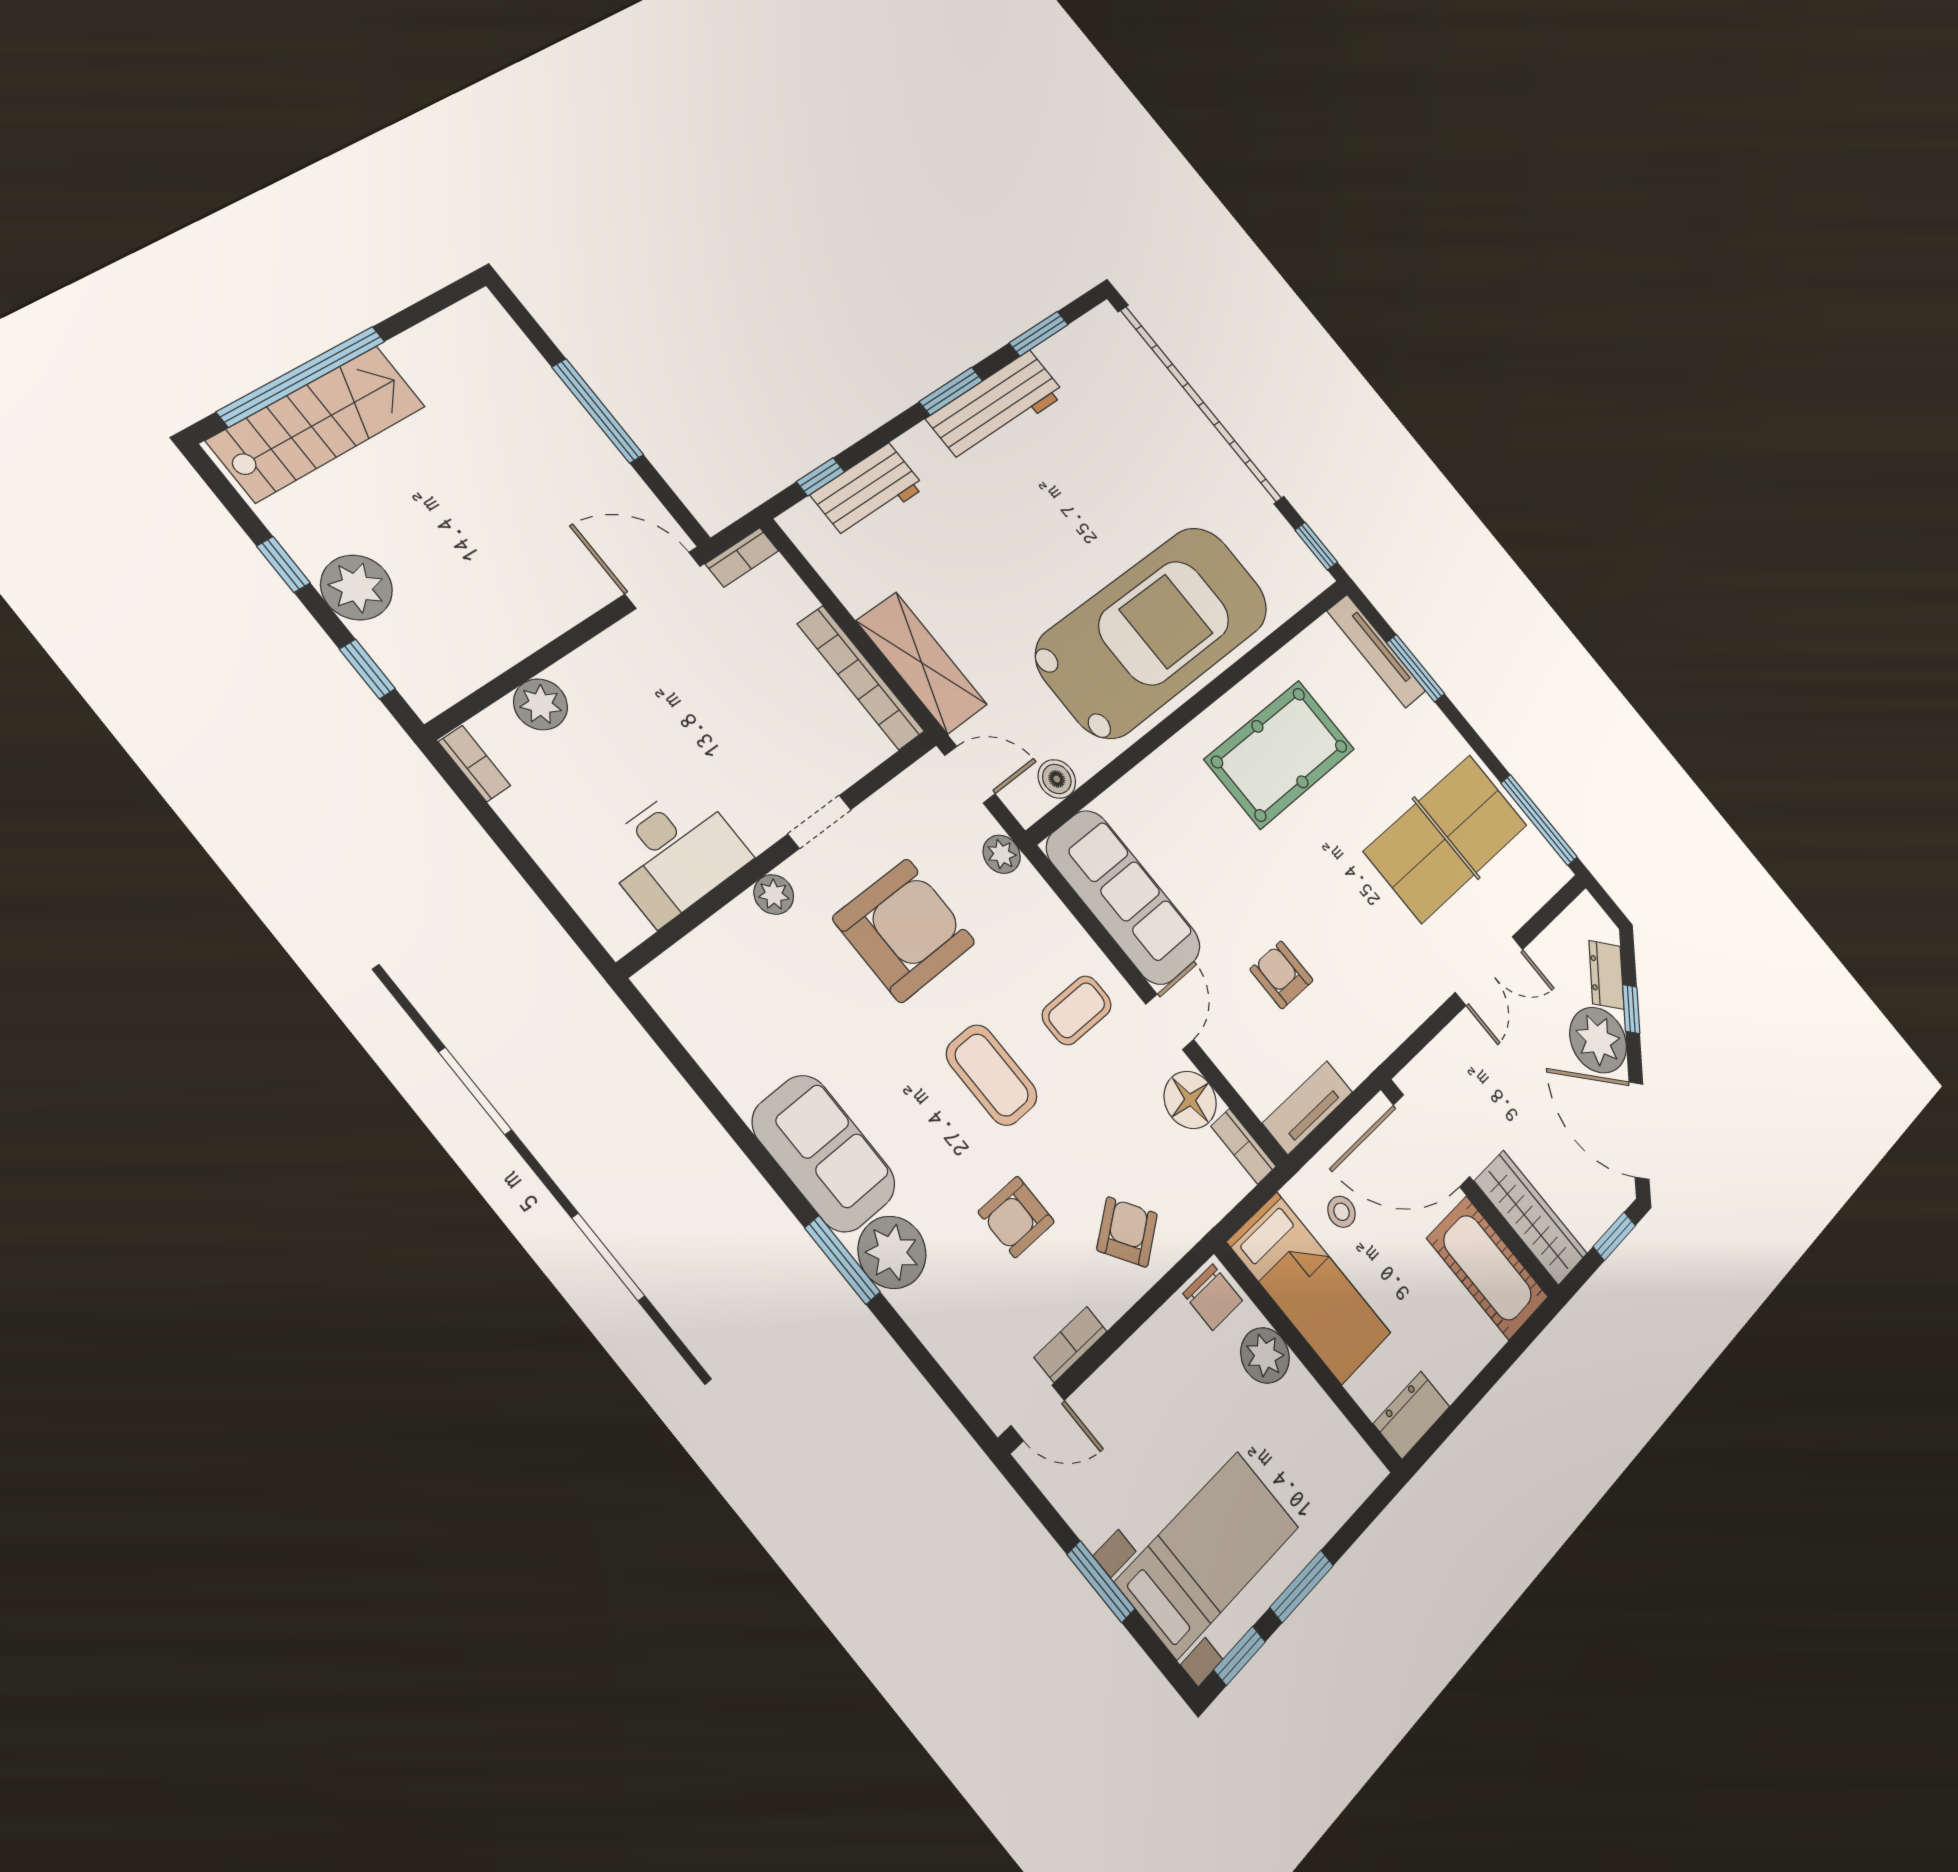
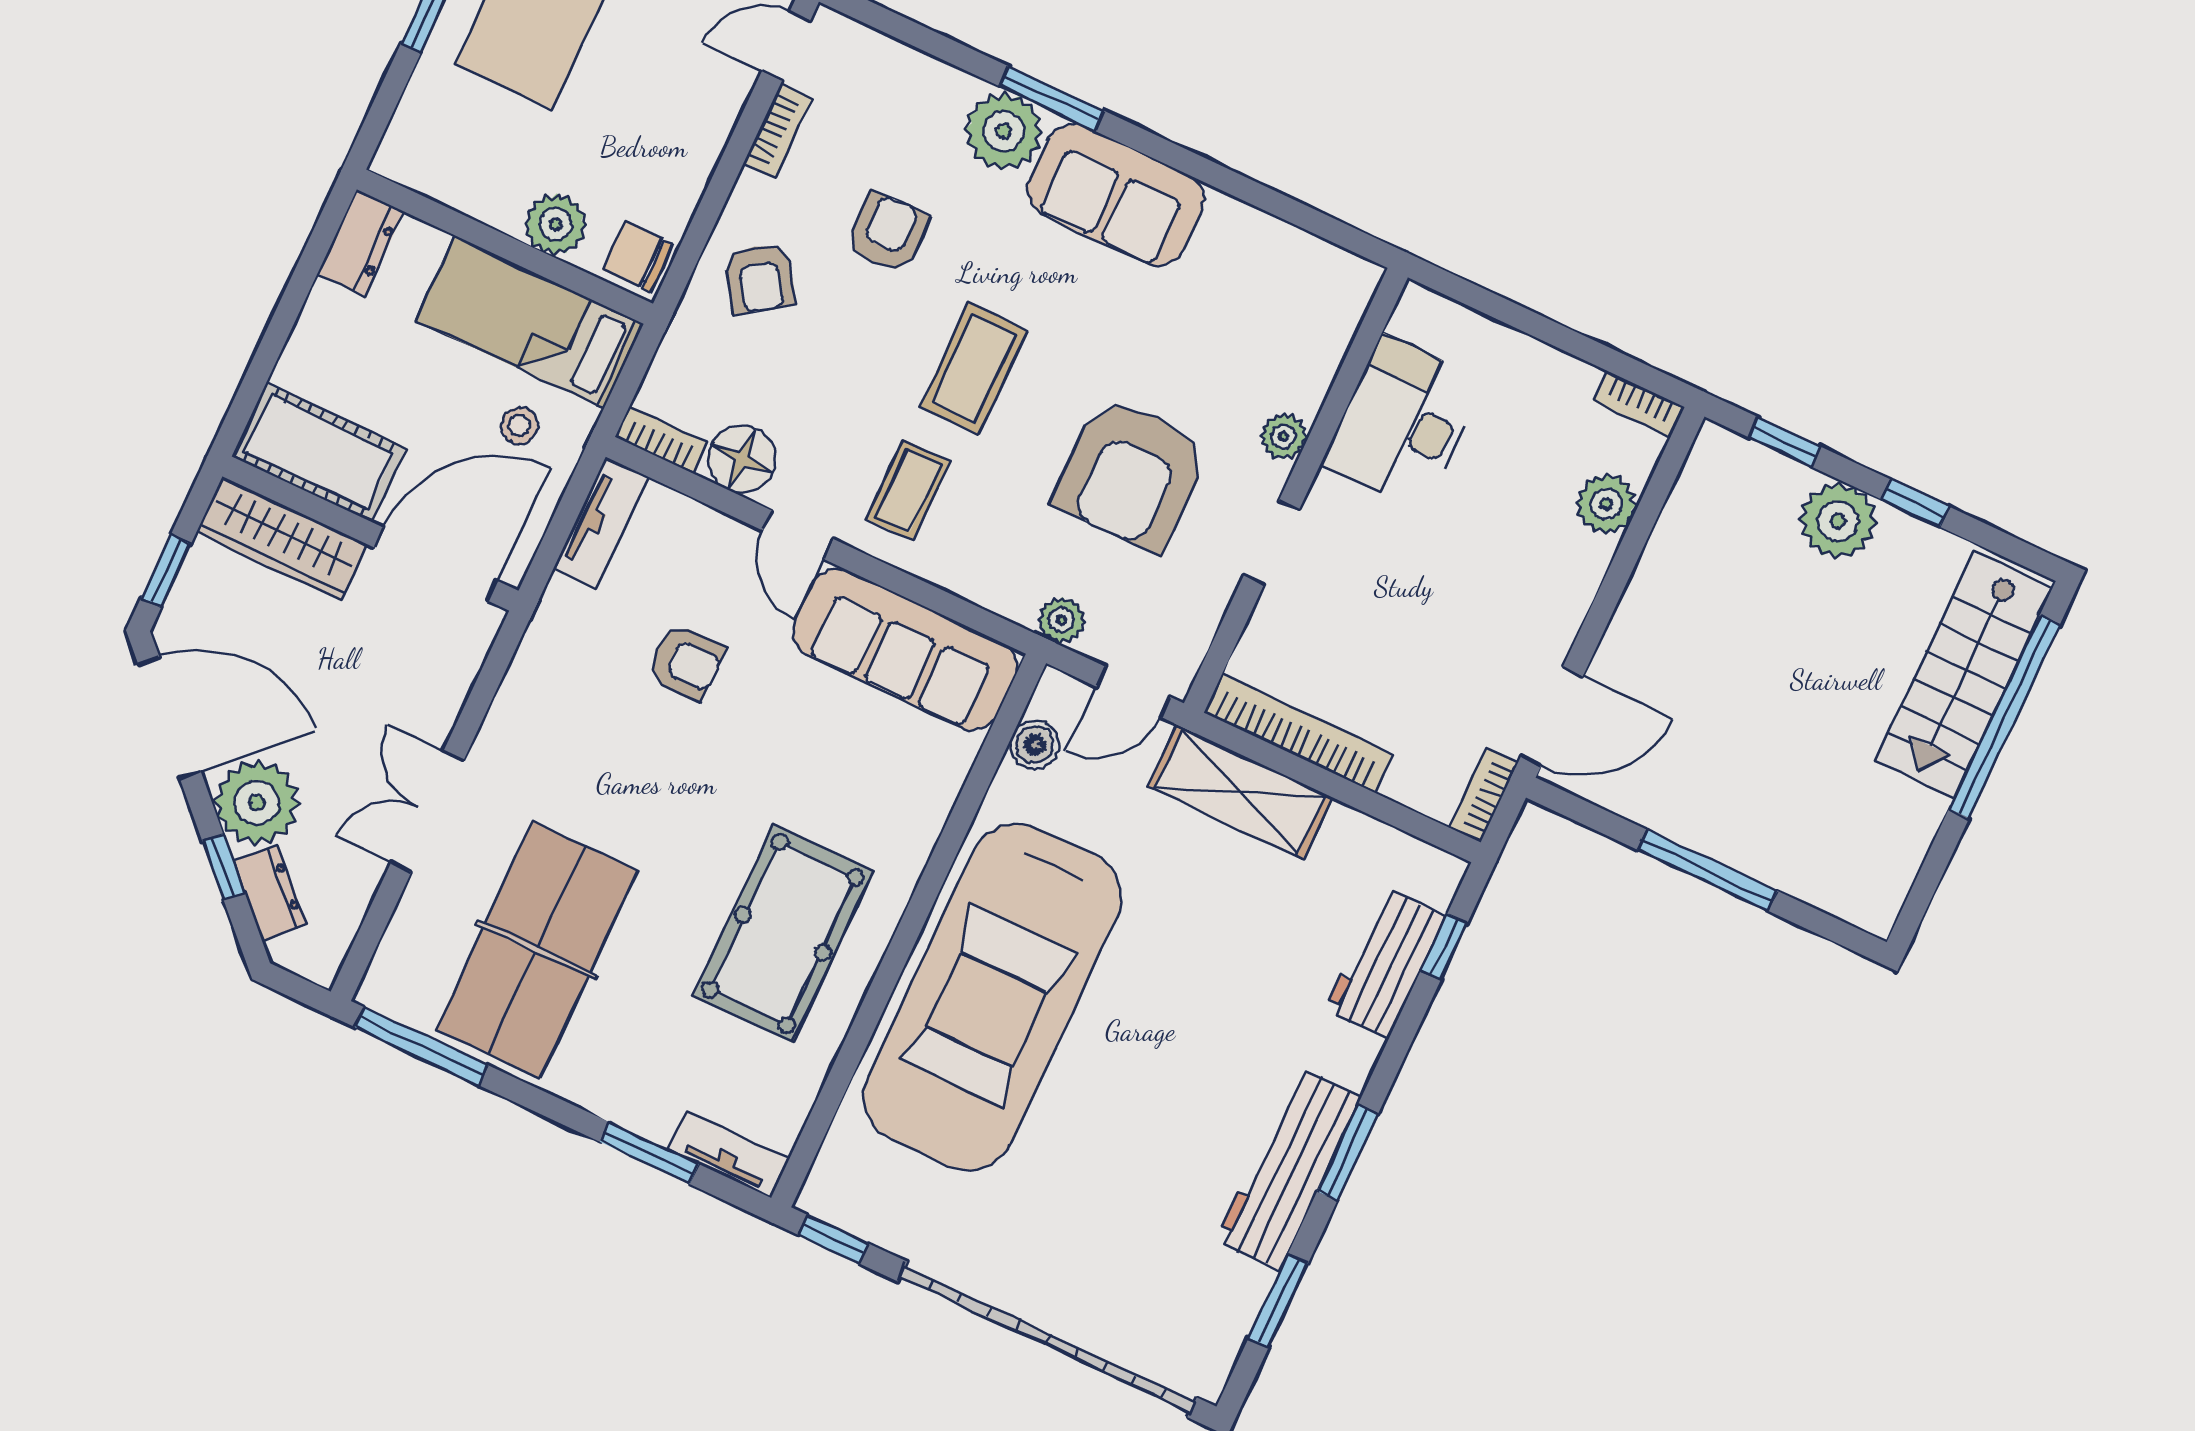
tv unit: (1376, 651) -> (729, 1154), width x0.71
coffee table: (992, 1075) -> (974, 369), turned 90

